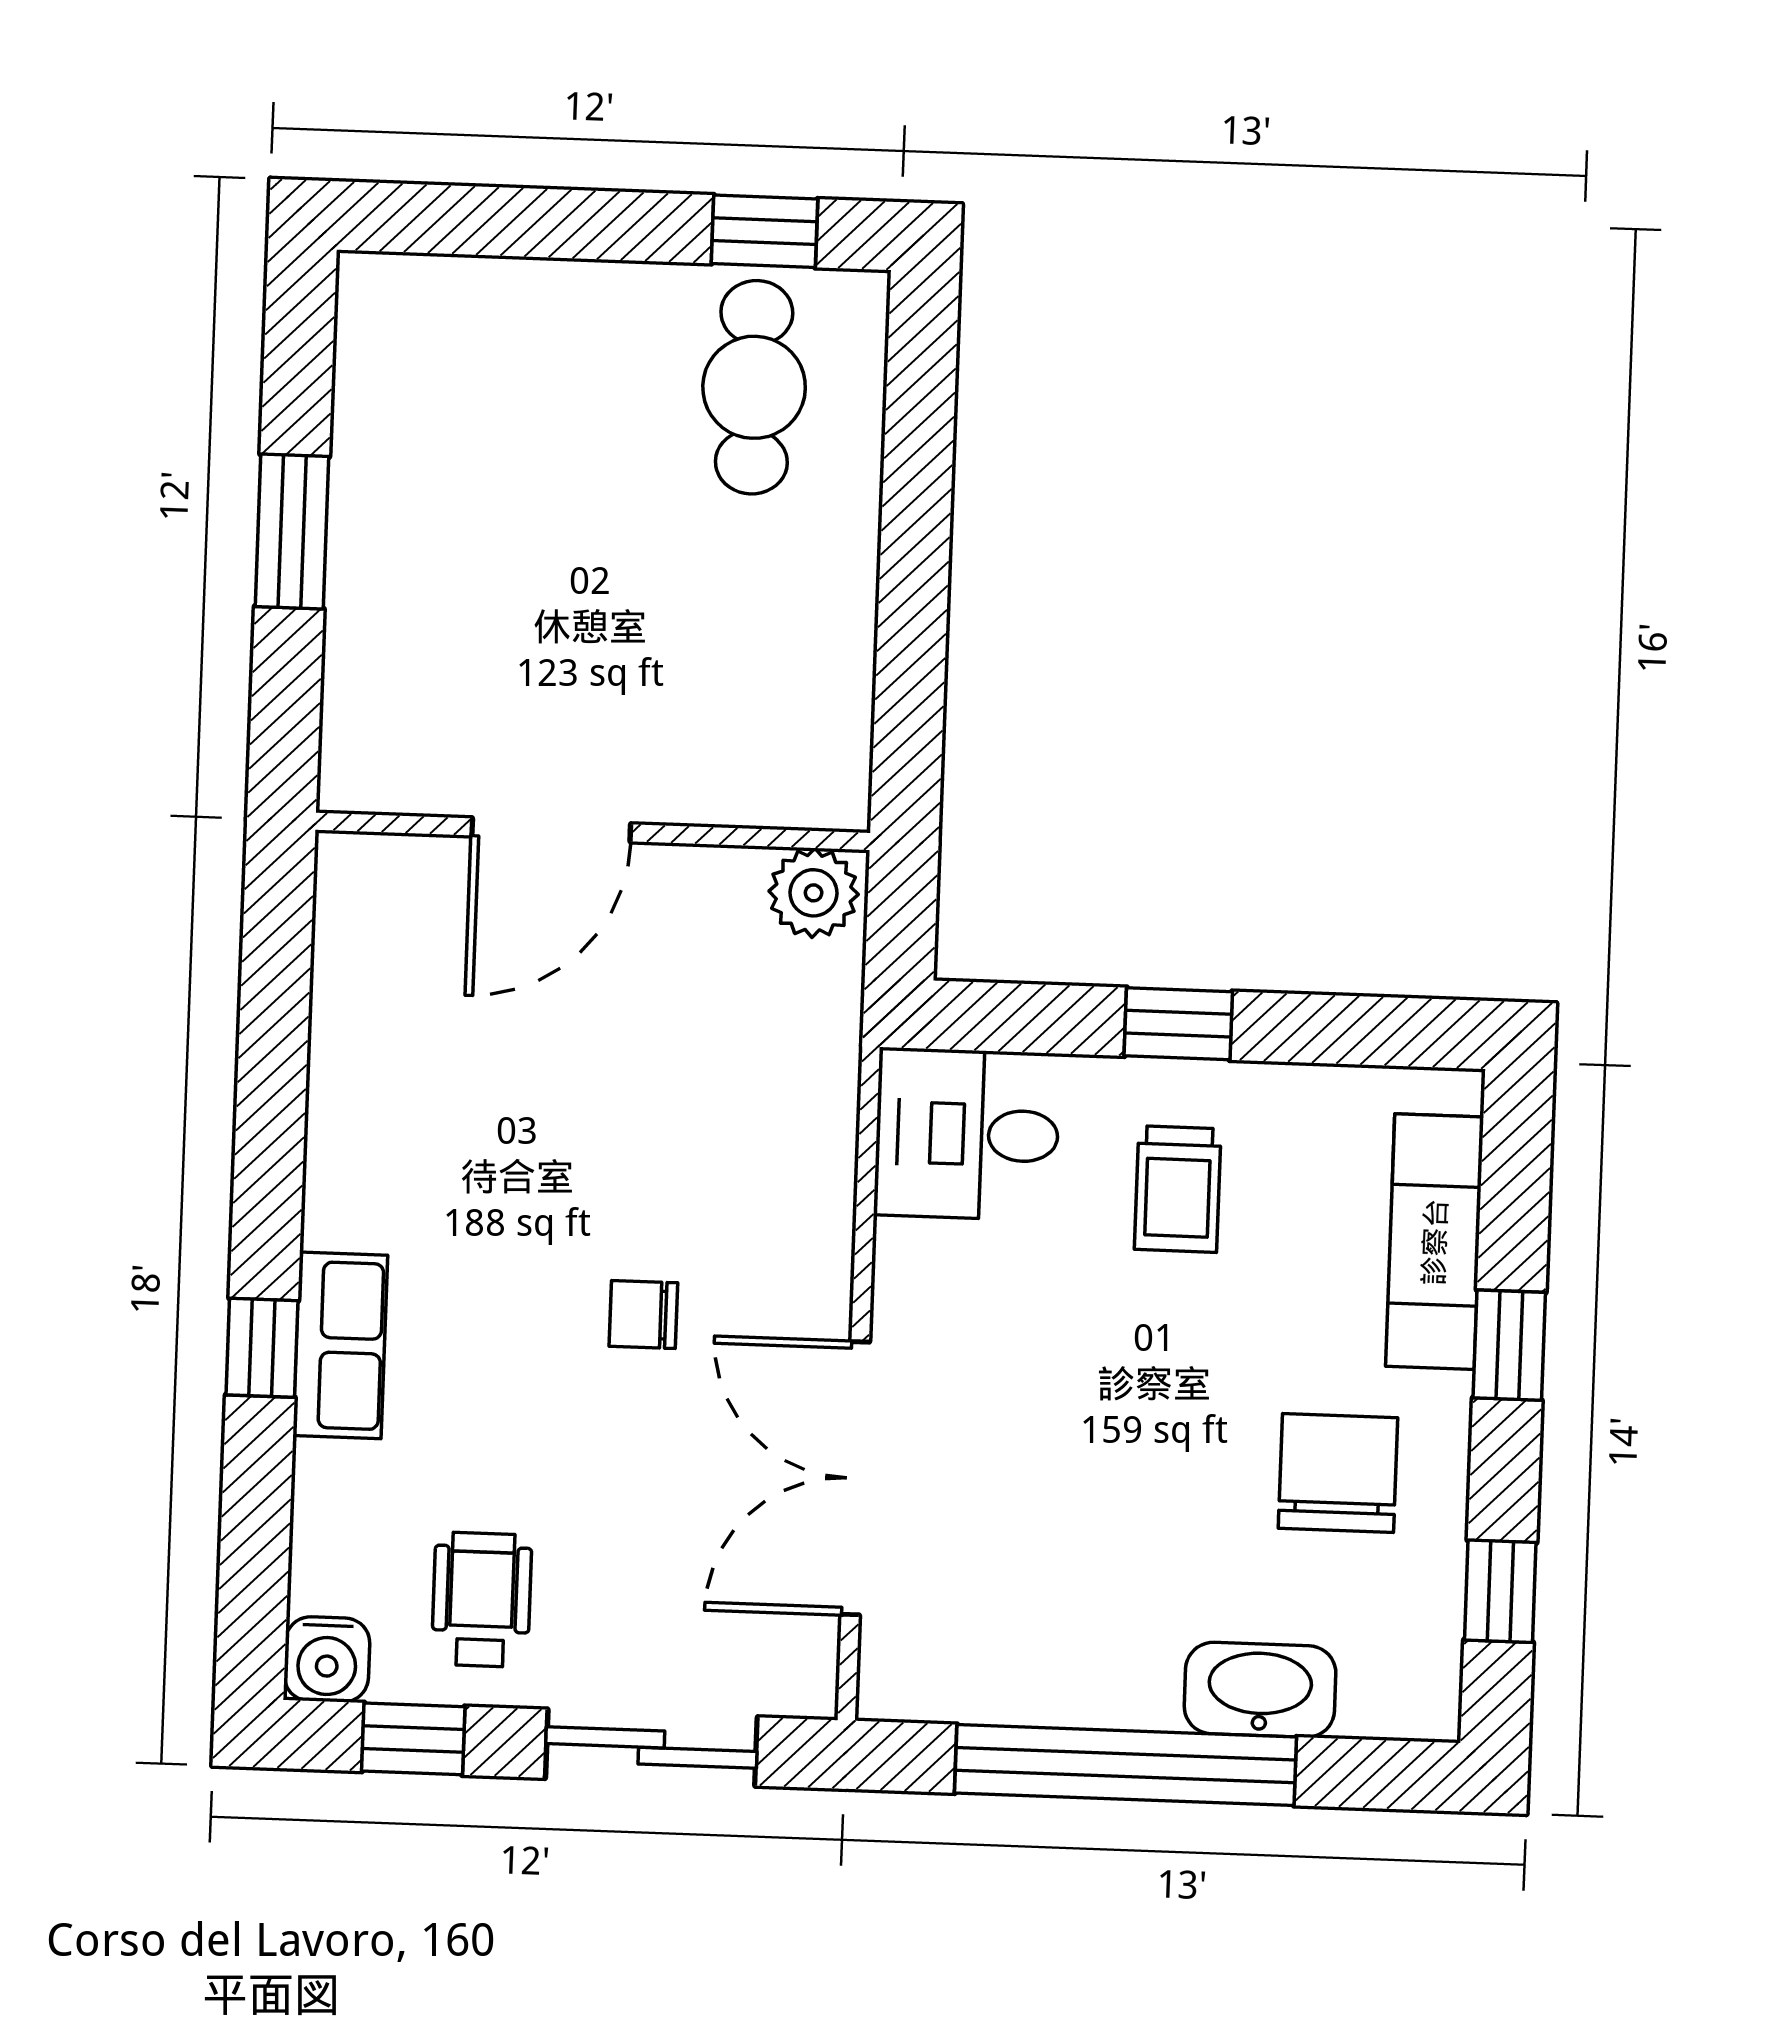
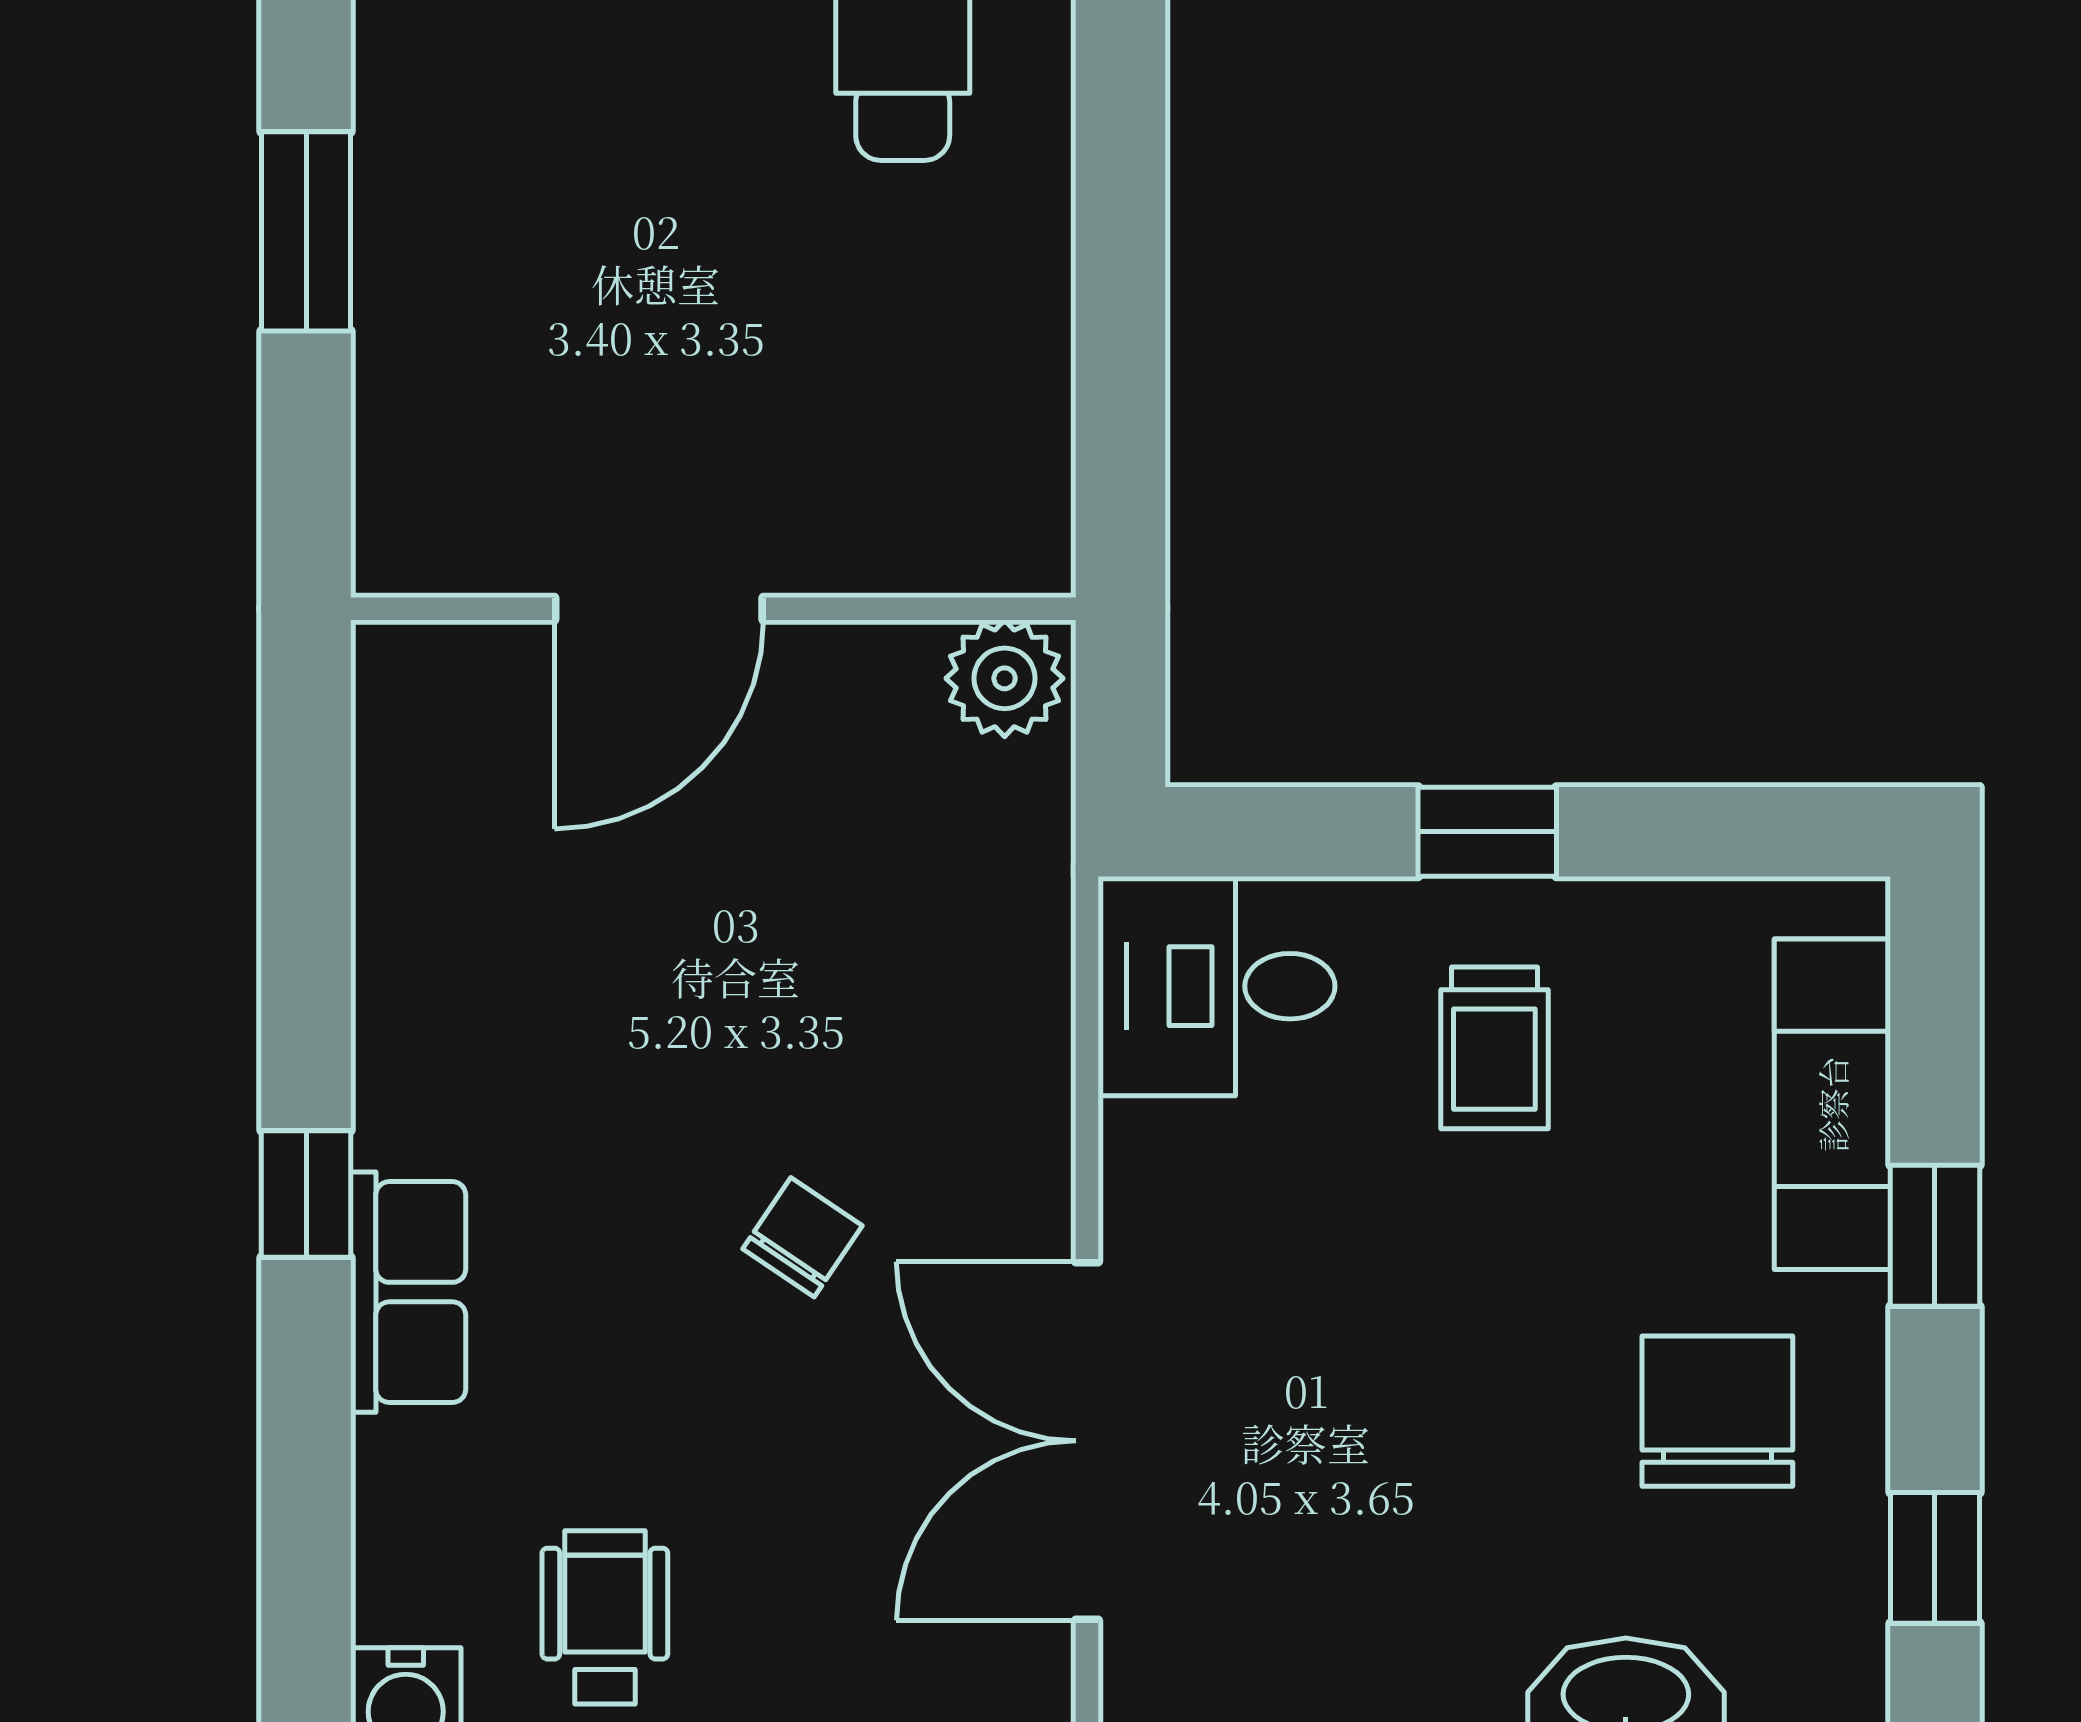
chair: (643, 1314) -> (802, 1237), turned 124
window: (262, 1348) -> (306, 1194), moved

